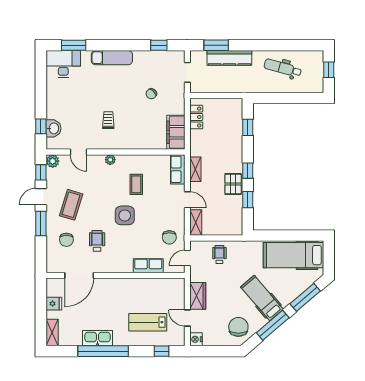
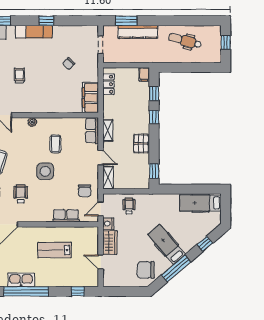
window: (159, 45) -> (46, 21), moved
filing cabinet: (237, 106) -> (144, 74), added
trolley: (108, 120) -> (20, 76), moved
window: (248, 171) -> (154, 117), moved
window: (248, 200) -> (154, 171), moved
hospital bed: (293, 255) -> (200, 203), width x0.73, depth x0.78
window: (305, 297) -> (205, 244), width x0.46
lab bench: (148, 322) -> (54, 250), moved
chair: (238, 327) -> (146, 270), turned -90
nightstand: (196, 339) -> (108, 224), moved

